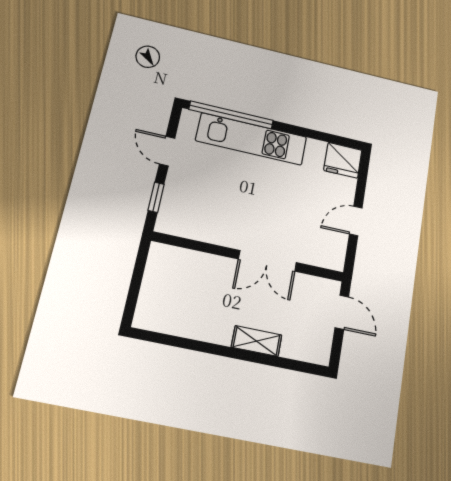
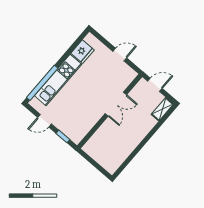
fridge: (343, 160) -> (82, 52), moved
door: (356, 221) -> (120, 55), swing flipped
shelving: (257, 341) -> (162, 109), moved

